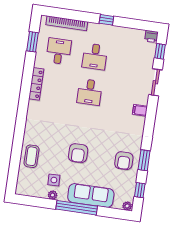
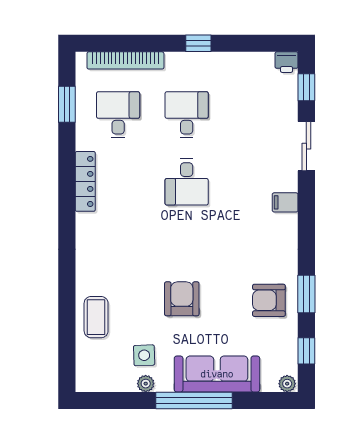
desk: (95, 57) -> (187, 115), turned 180
armchair: (78, 153) -> (182, 299), turned 180
armchair: (124, 161) -> (269, 300), turned 90

